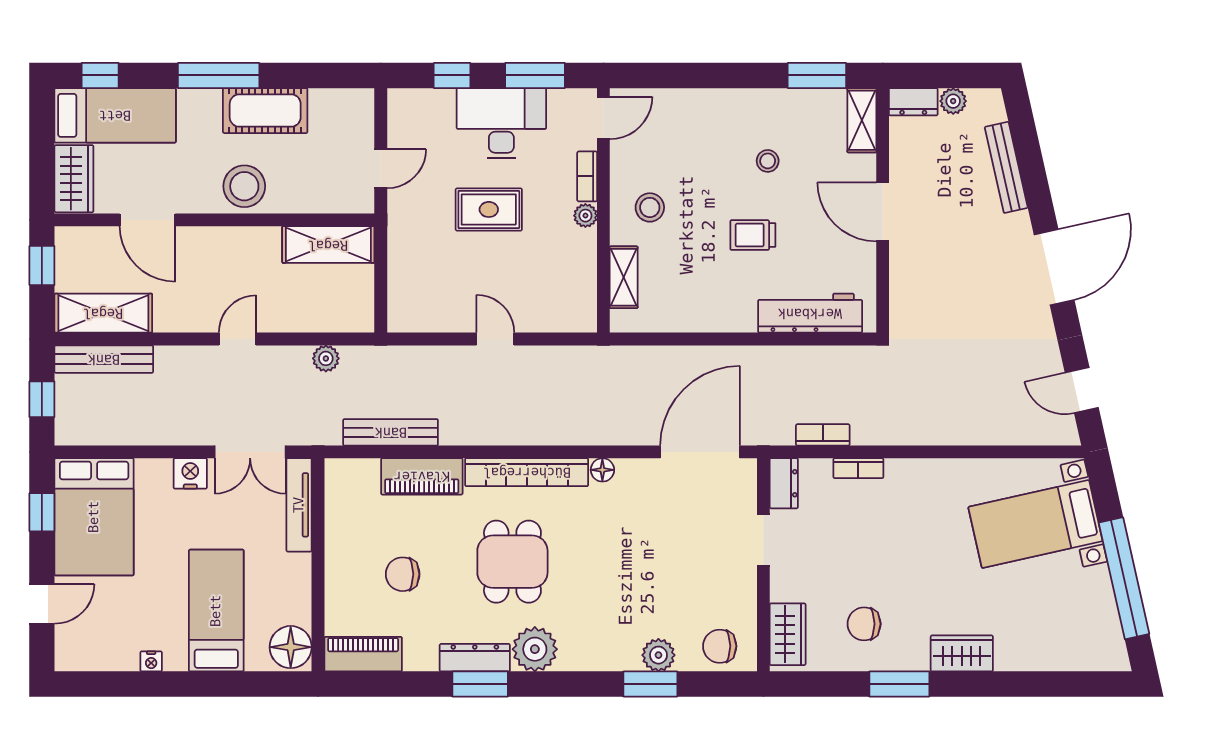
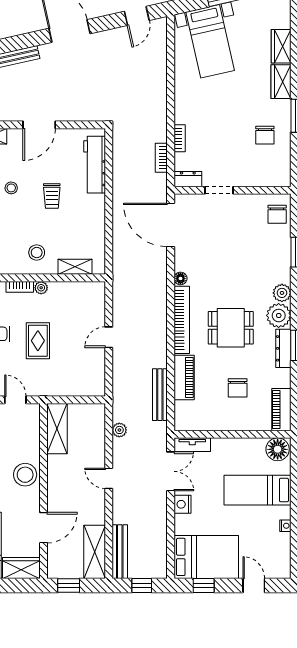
tv unit: (299, 505) -> (192, 445), width x0.71
wardrobe: (788, 634) -> (281, 46), moved, turned -90
plant: (658, 655) -> (282, 293), moved

